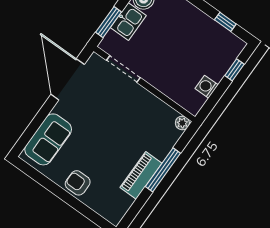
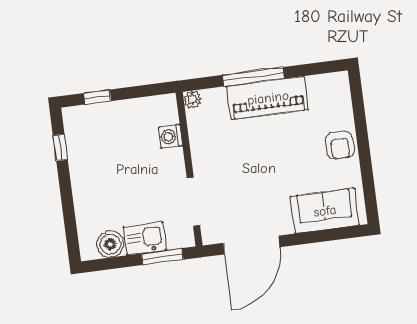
washing machine: (207, 87) -> (171, 136), moved, turned 90
piano: (141, 175) -> (268, 98), width x1.37, depth x1.33

